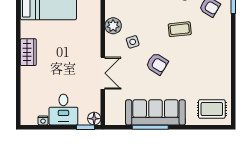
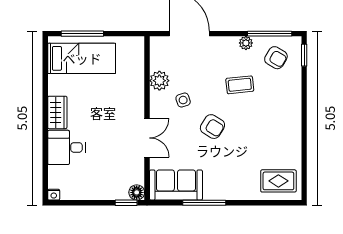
desk: (63, 110) -> (66, 147), moved, turned 90
sofa: (155, 112) -> (176, 185), moved, width x0.73
nightstand: (43, 120) -> (54, 195), moved

